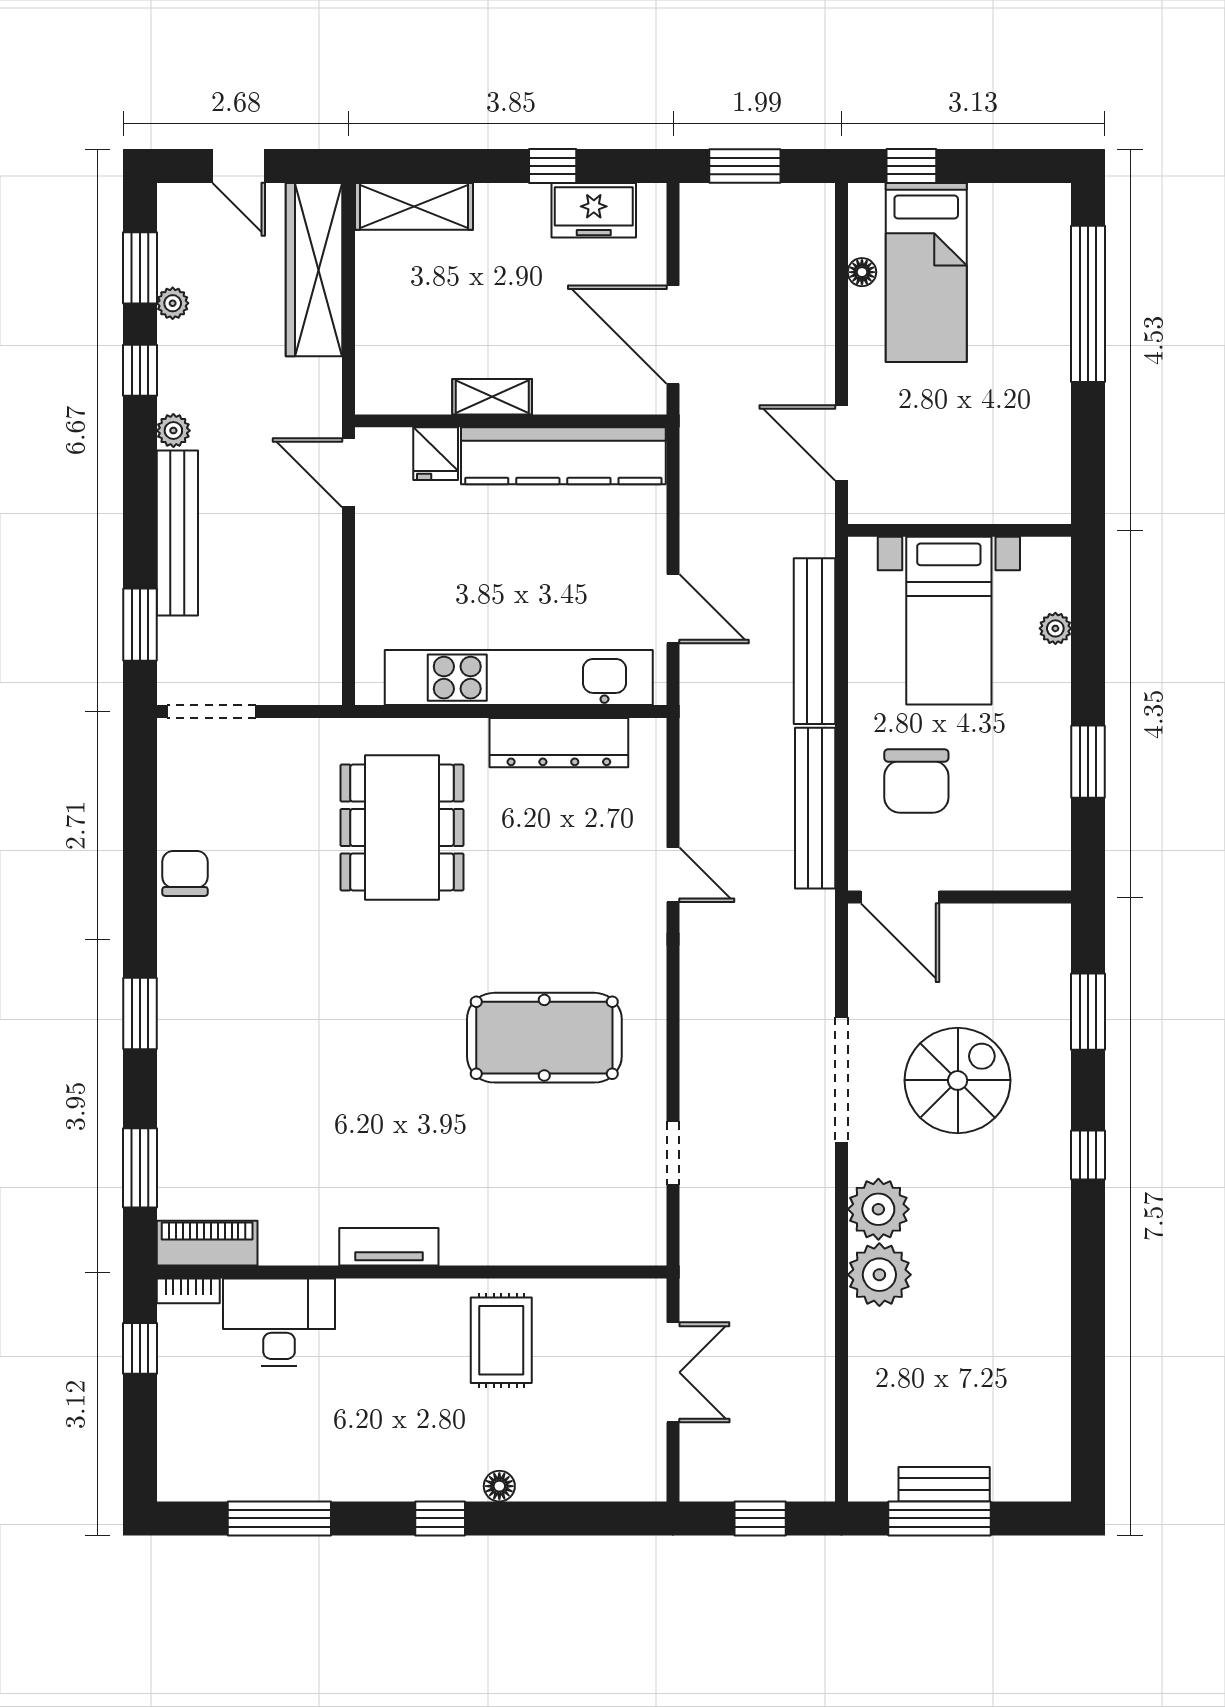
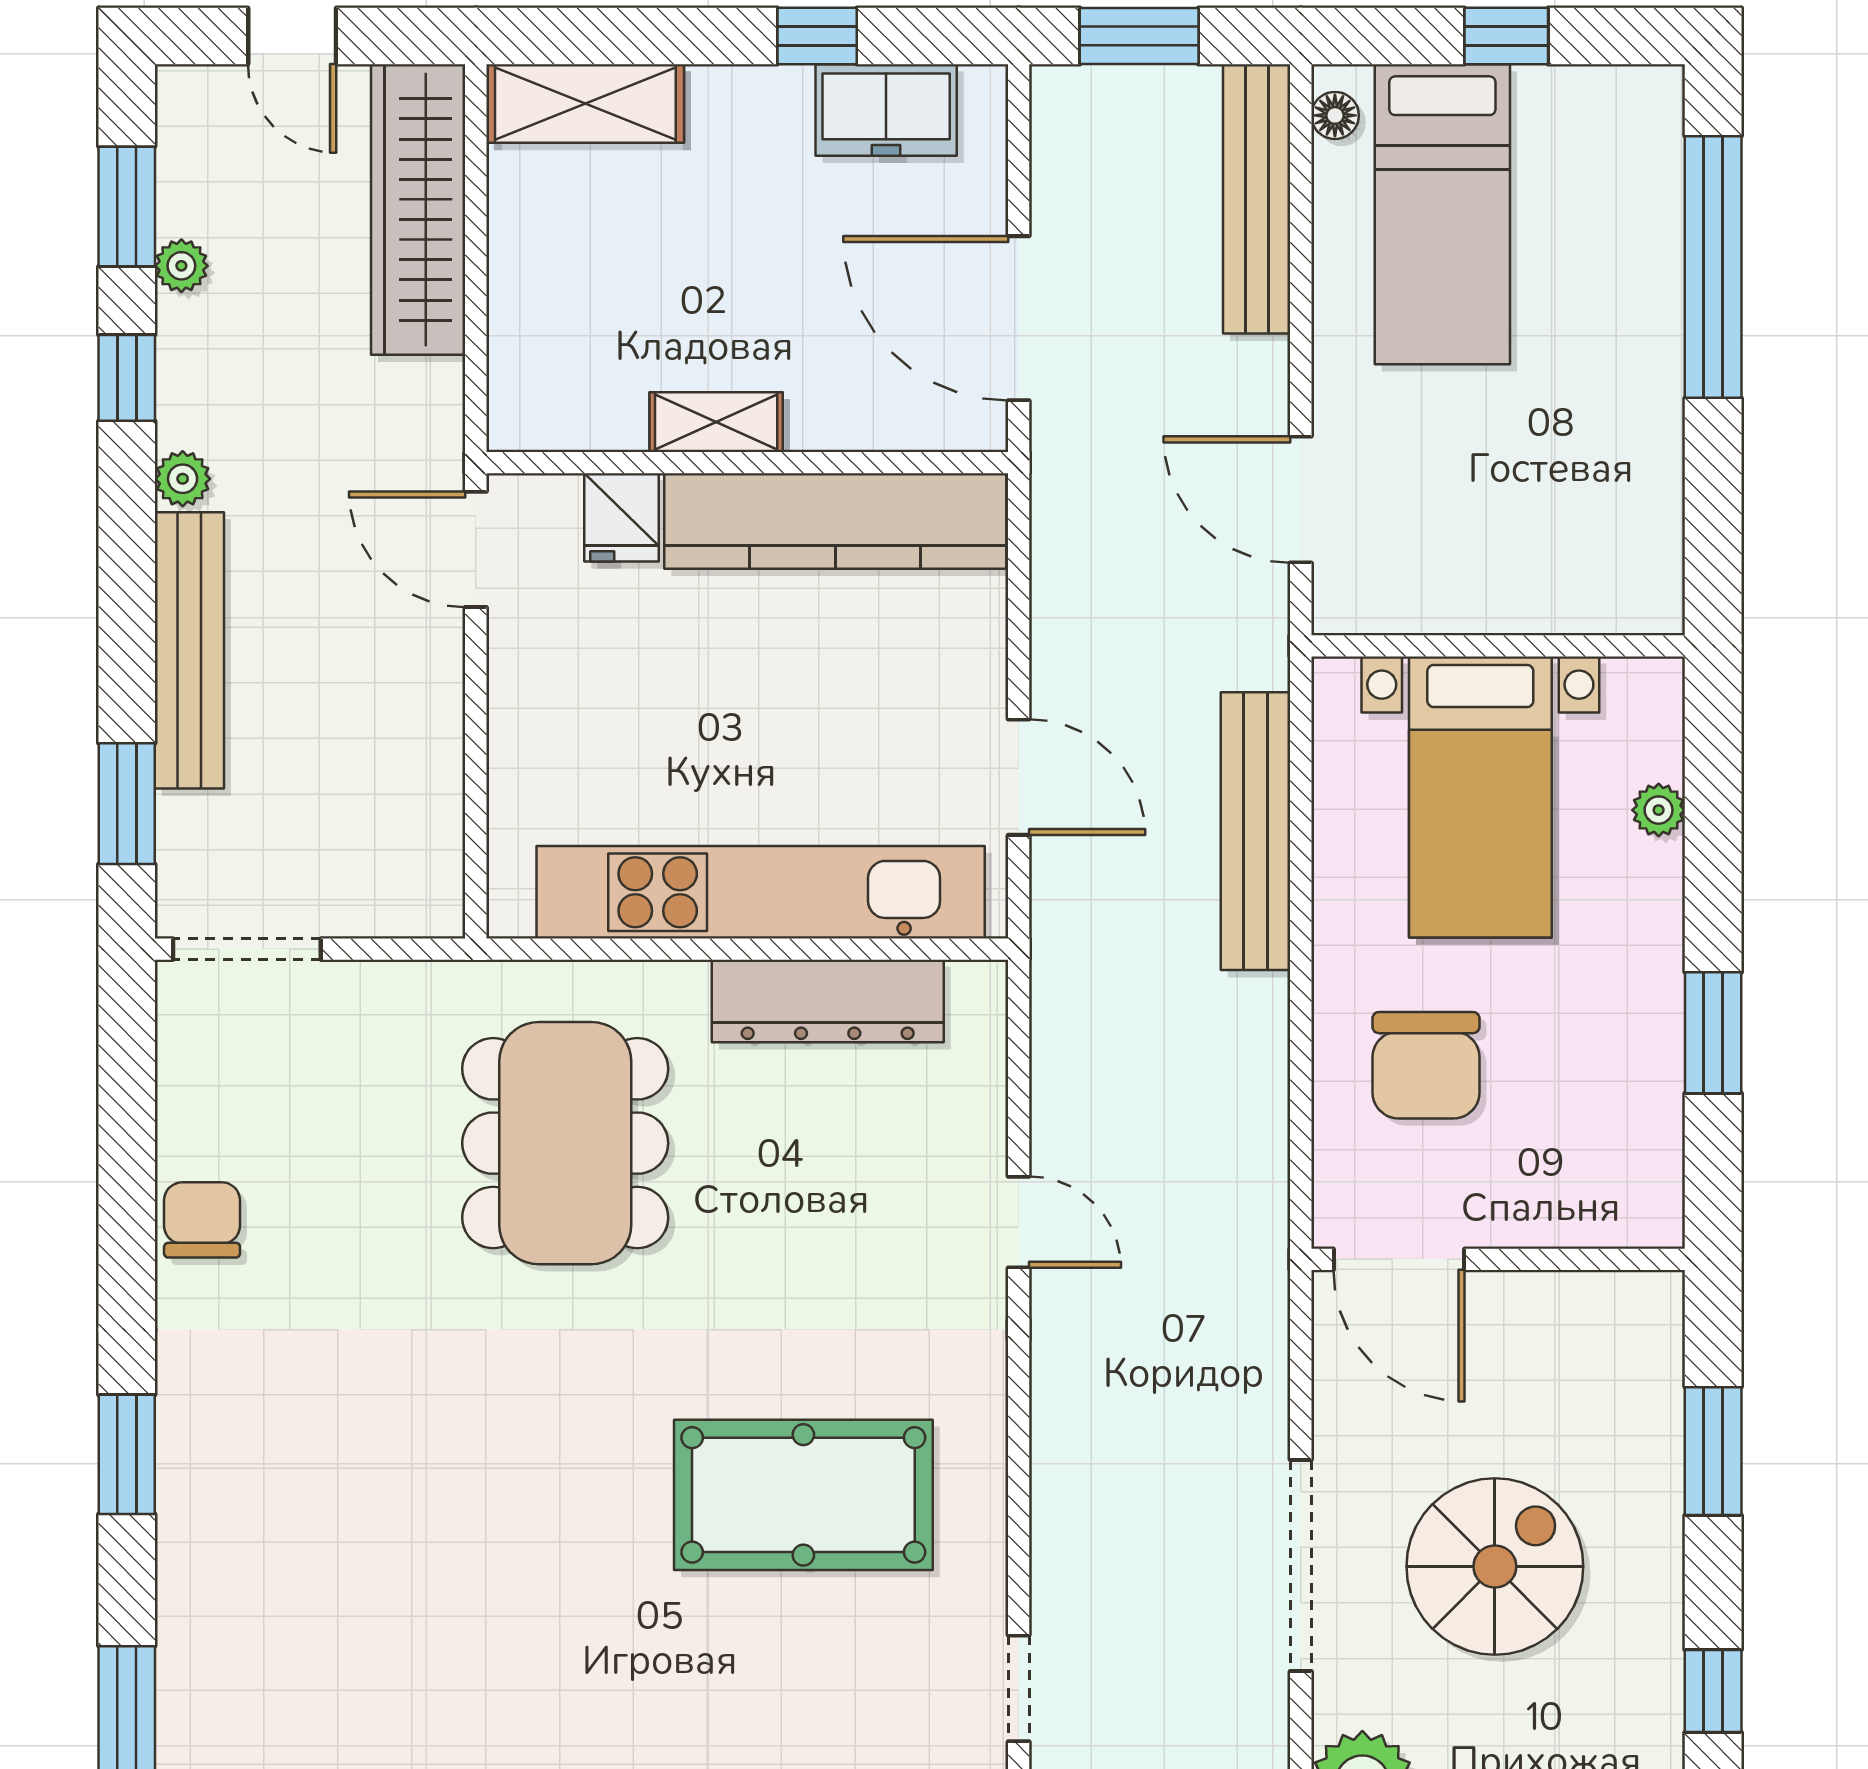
window: (911, 166) -> (1506, 36), moved
floor lamp: (862, 272) -> (1335, 115), moved
bench: (815, 808) -> (1257, 199), moved

